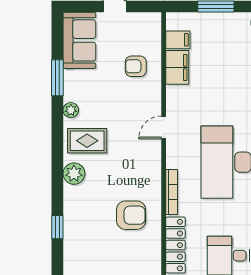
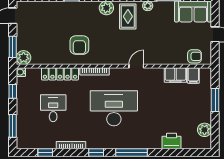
armchair: (136, 66) -> (194, 56), moved, turned 90
door: (164, 128) -> (136, 66), hinge flipped

